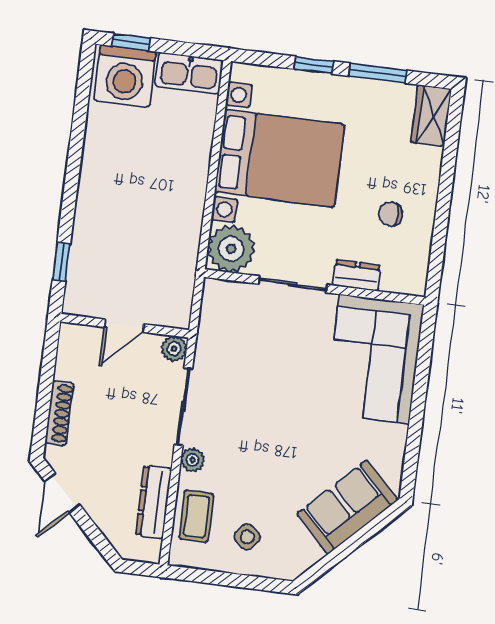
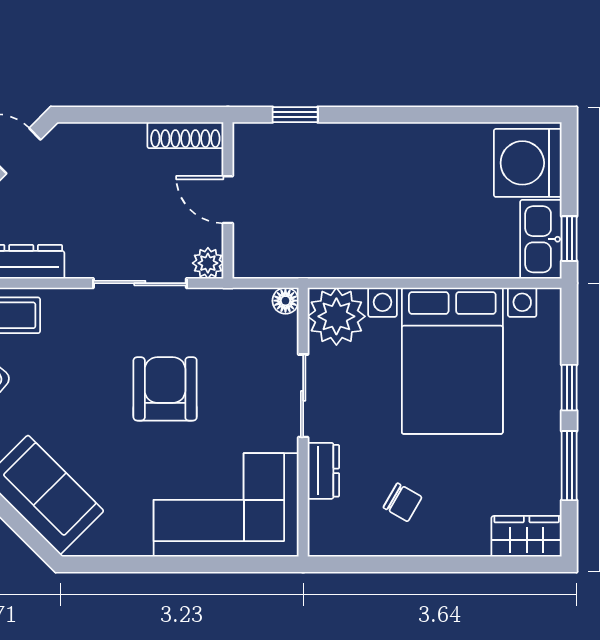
window: (131, 42) -> (569, 239), moved
chair: (391, 214) -> (402, 502), turned 120
floor lamp: (213, 289) -> (285, 301), added
armchair: (273, 397) -> (165, 389), added
shoe rack: (59, 413) -> (185, 135), moved
plant: (193, 460) -> (77, 302), removed

